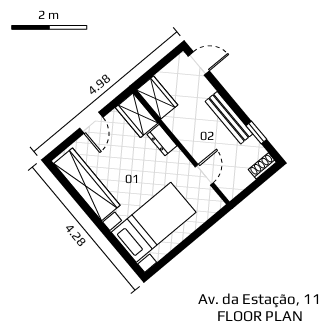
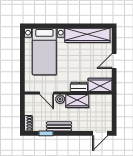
wardrobe: (157, 97) -> (77, 101), moved
bench: (229, 118) -> (59, 126), width x0.73
door: (91, 123) -> (114, 61), hinge flipped
plant: (198, 151) -> (60, 99), added

